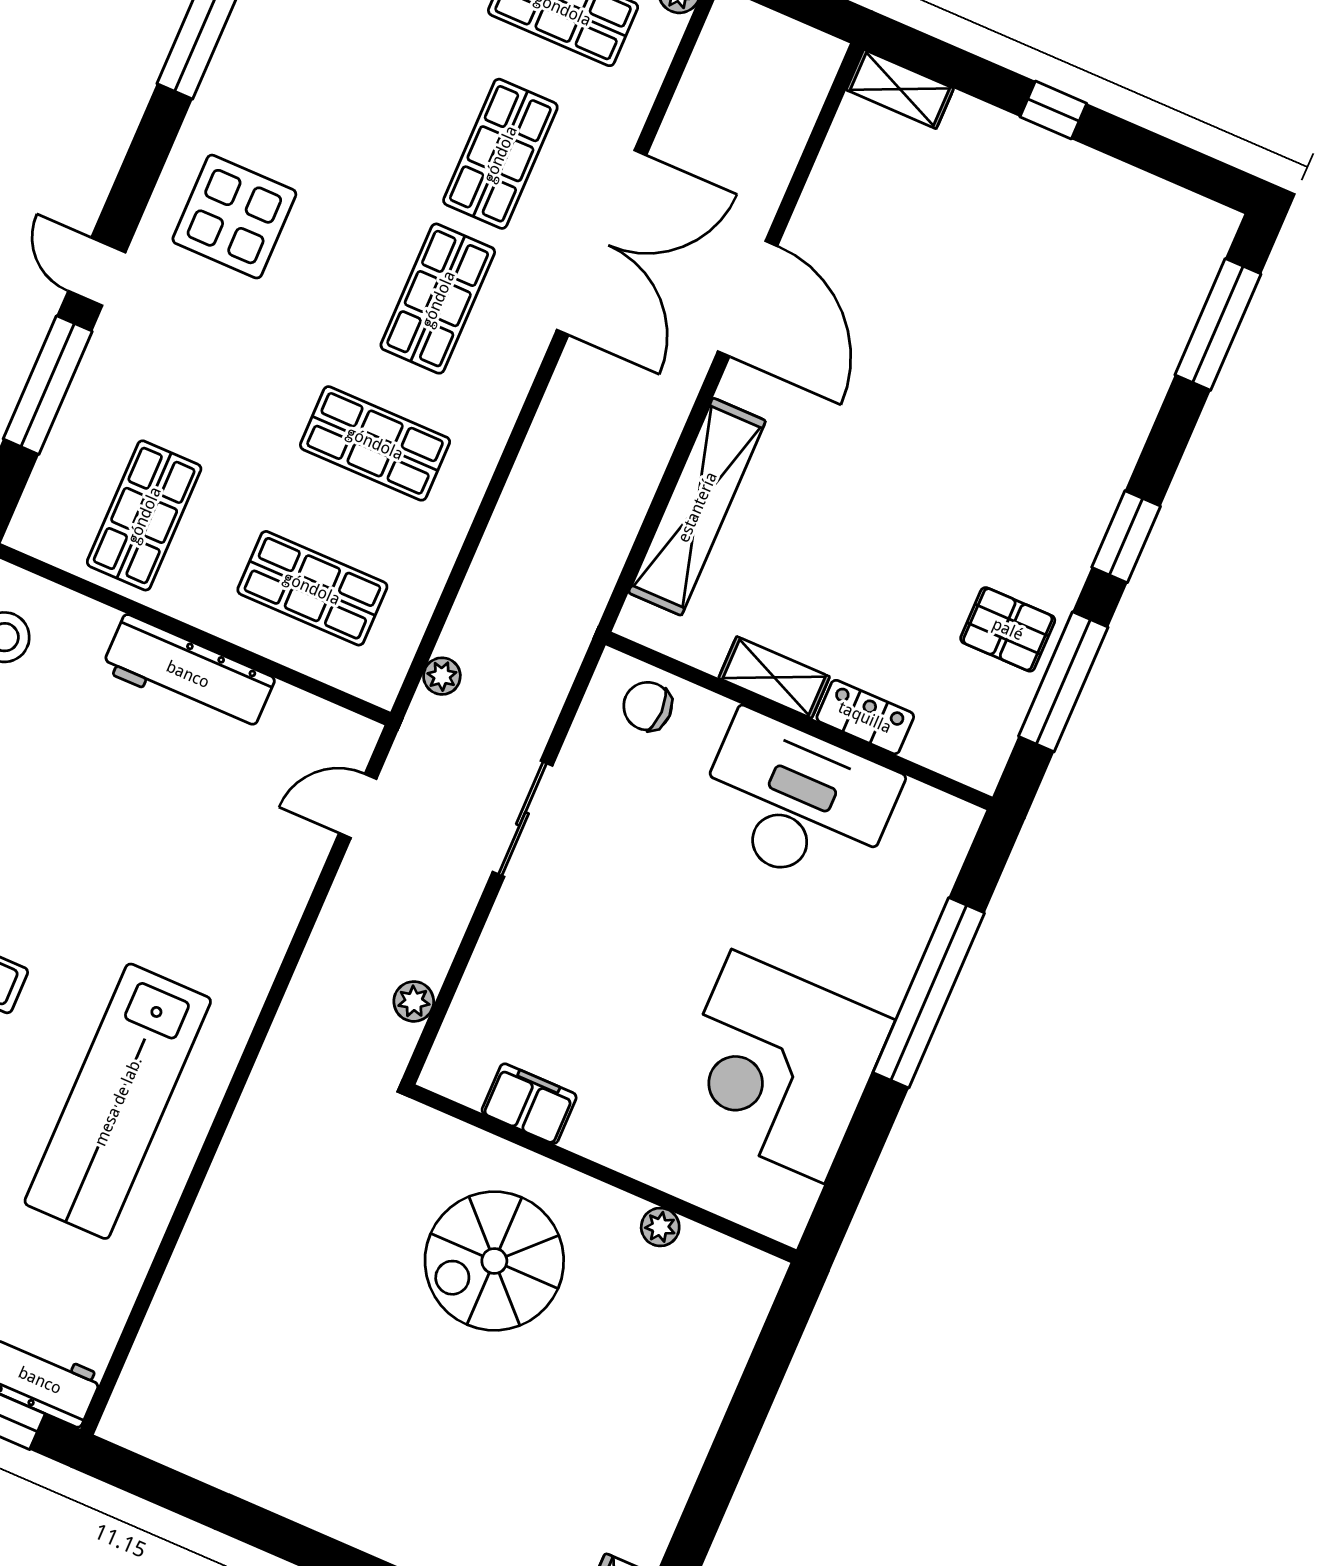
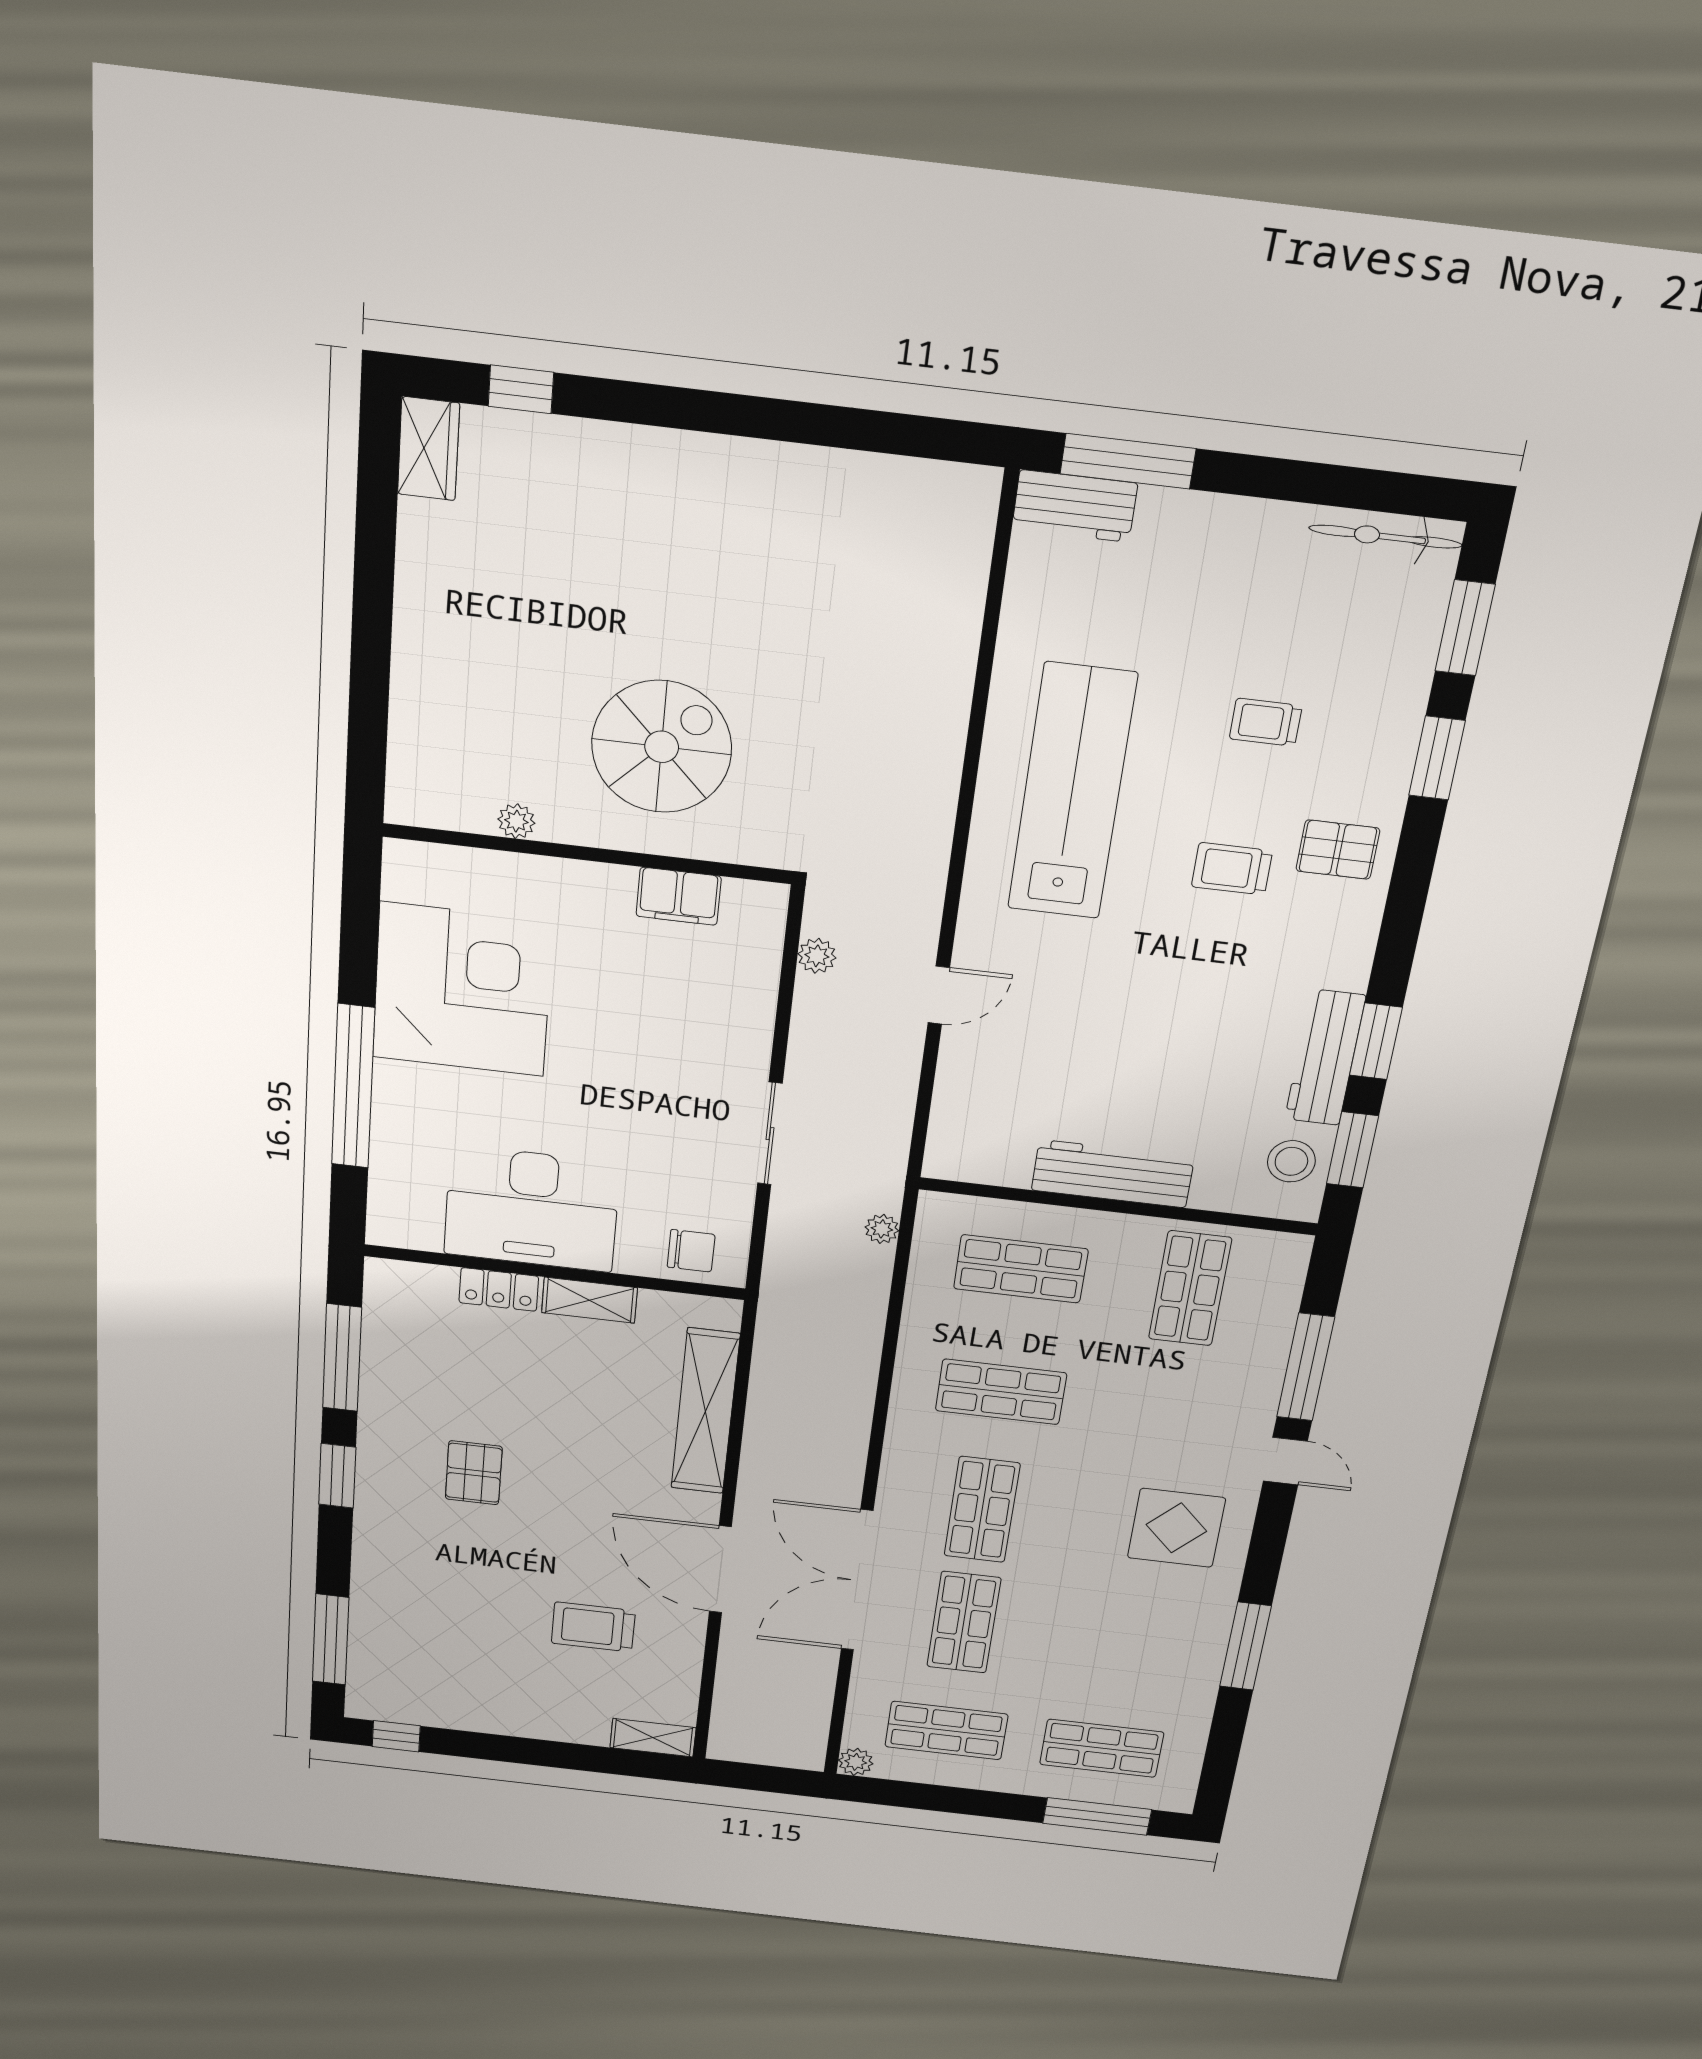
window: (1053, 110) -> (396, 1736), moved
trolley: (915, 260) -> (593, 1627), added
pallet: (1008, 629) -> (474, 1473), moved, turned 90
door: (358, 806) -> (939, 995), moved

